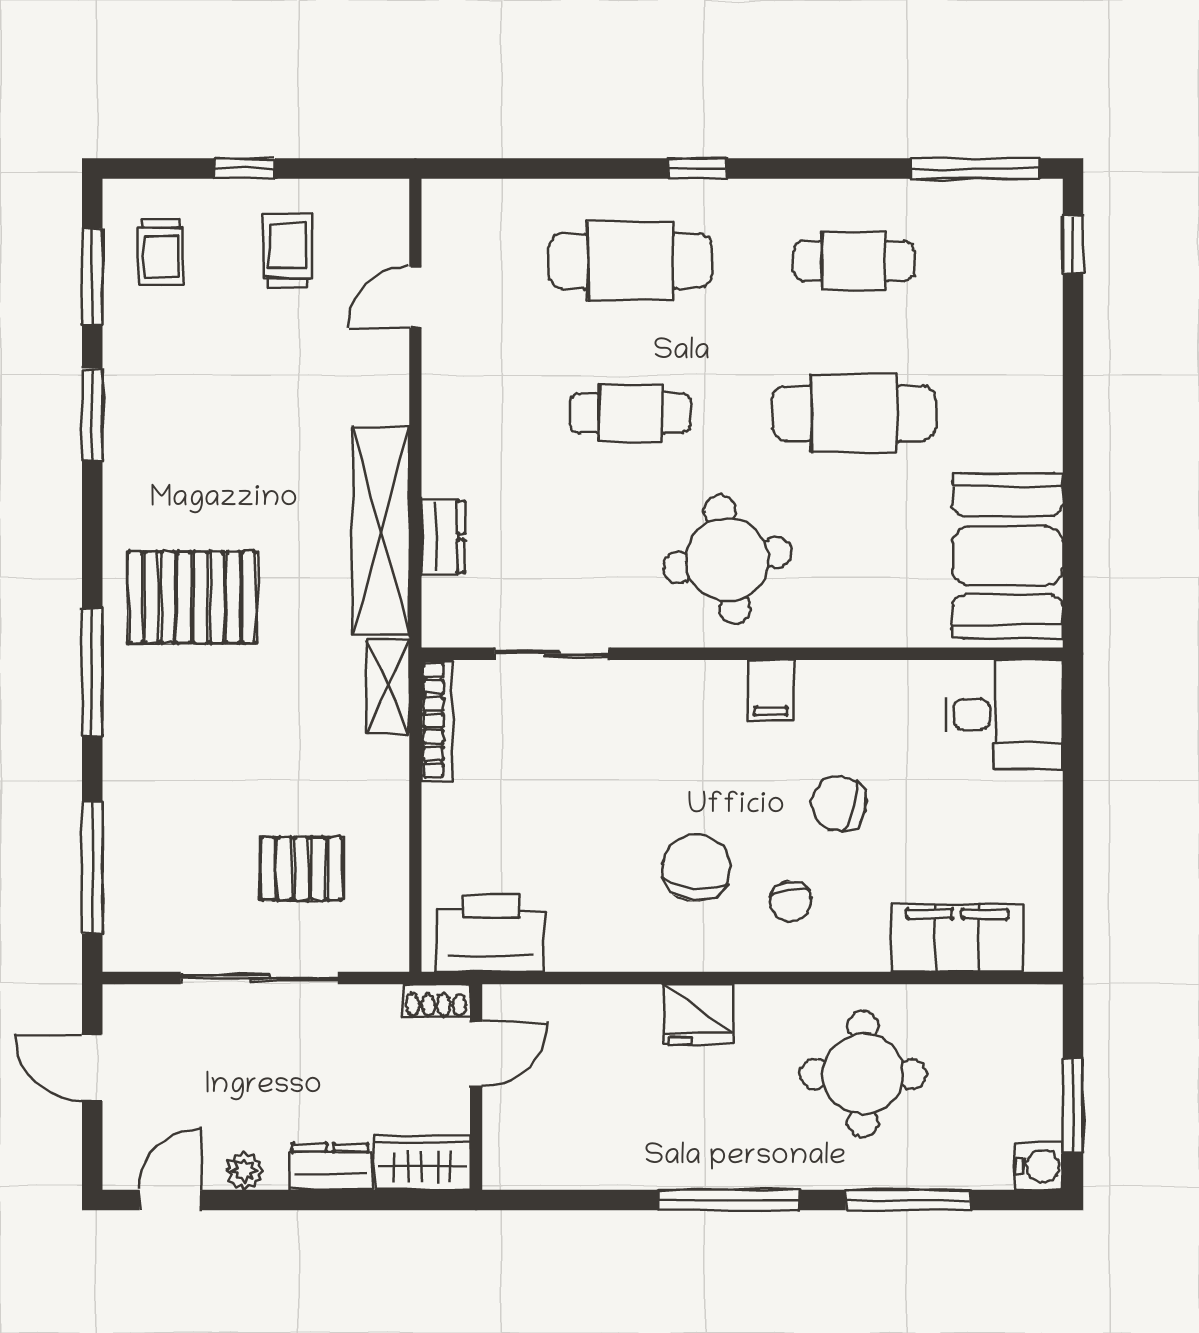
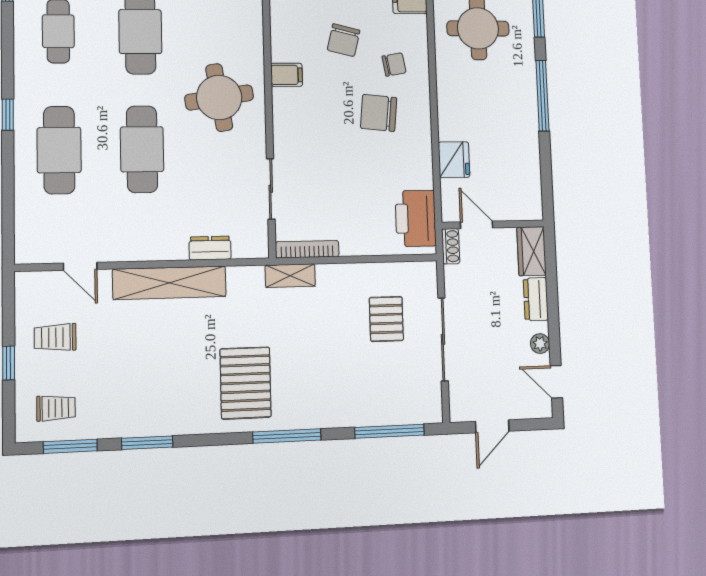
cafe table: (630, 413) -> (142, 149), width x1.37, depth x1.35
shelving: (381, 531) -> (169, 283), moved
fridge: (698, 1014) -> (454, 160), moved

